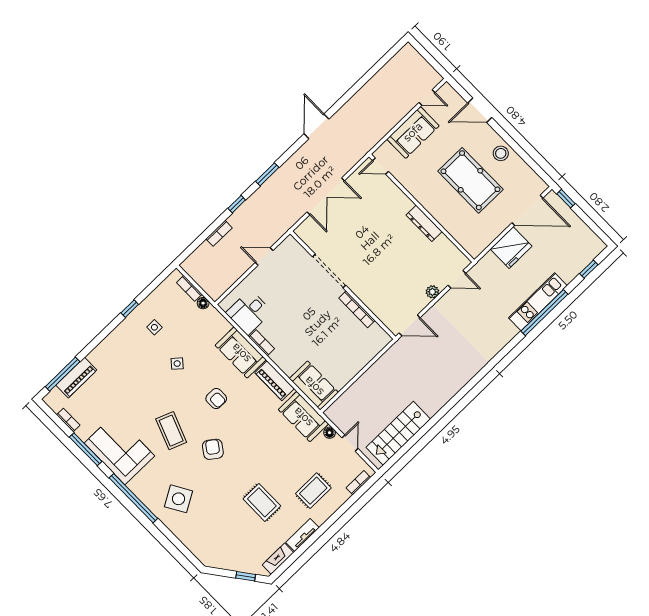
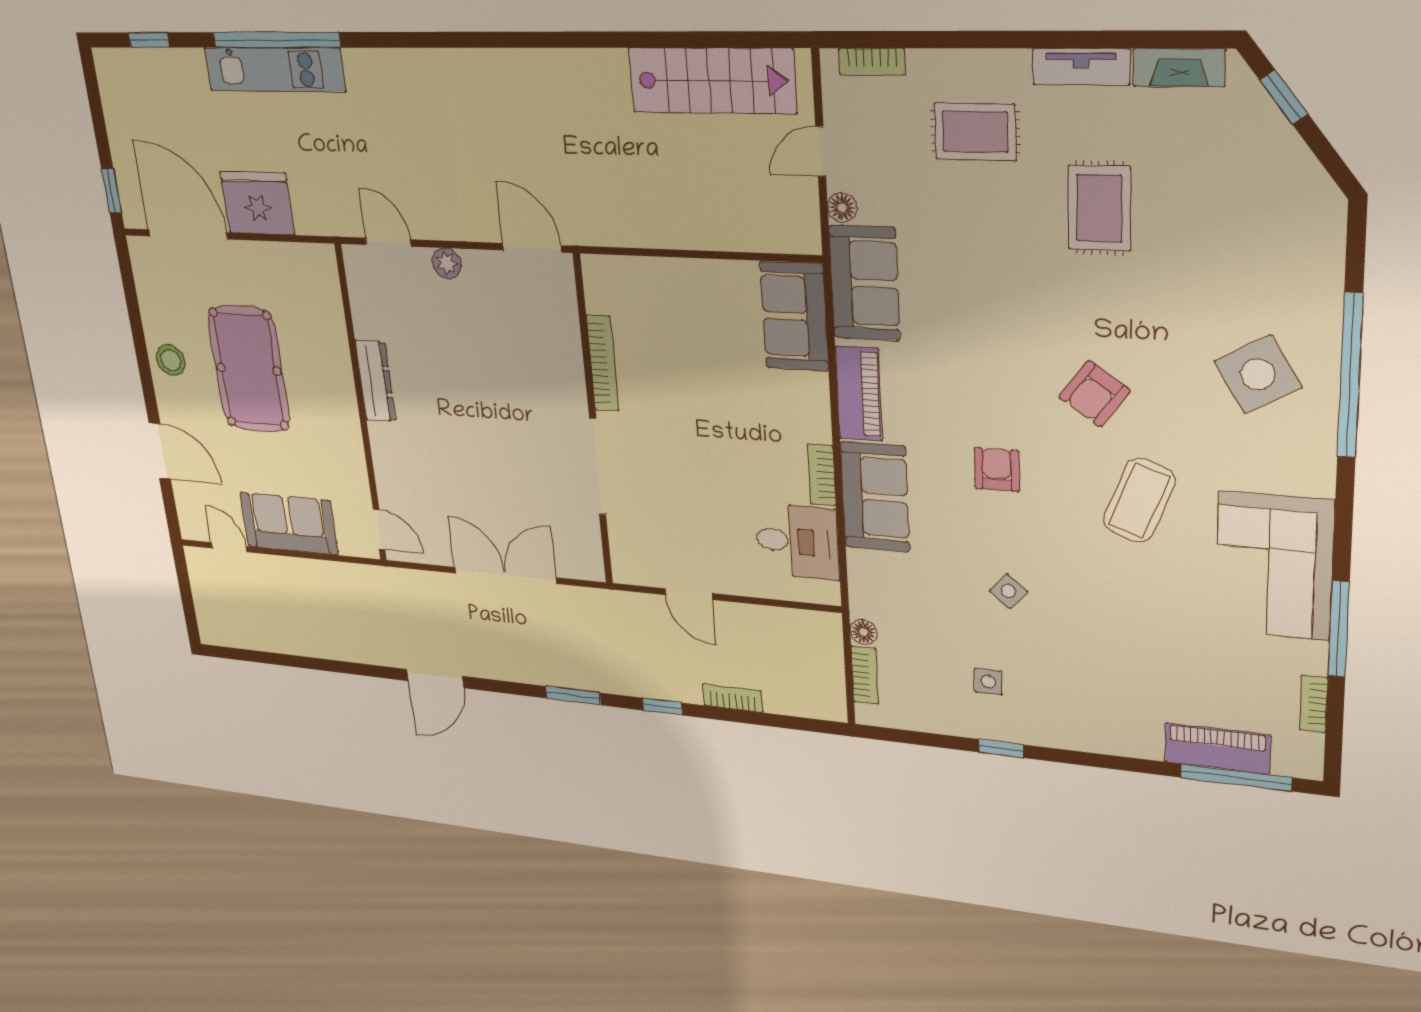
window: (133, 498) -> (1350, 376), moved

